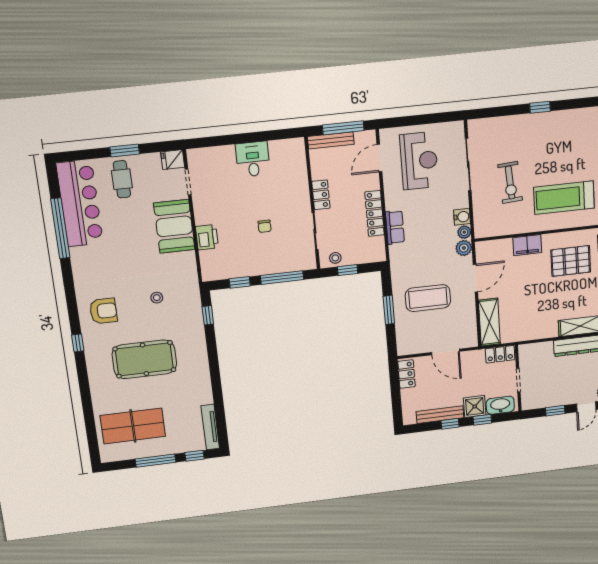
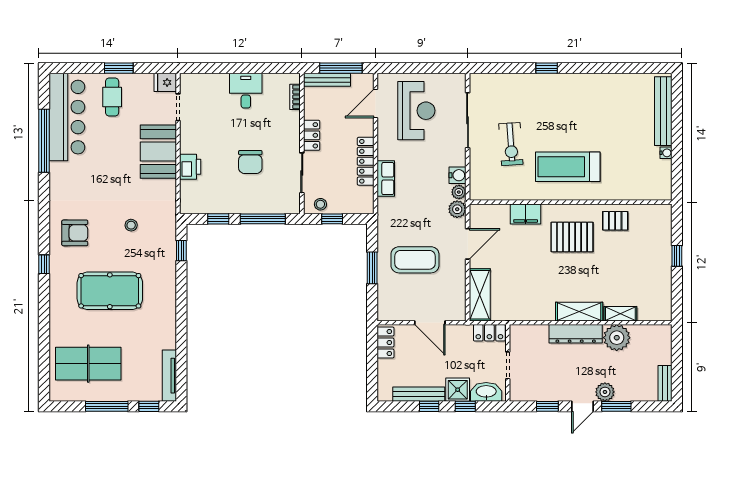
bookcase: (301, 160) -> (295, 97), added
chair: (265, 226) -> (250, 162), width x1.87, depth x1.87

